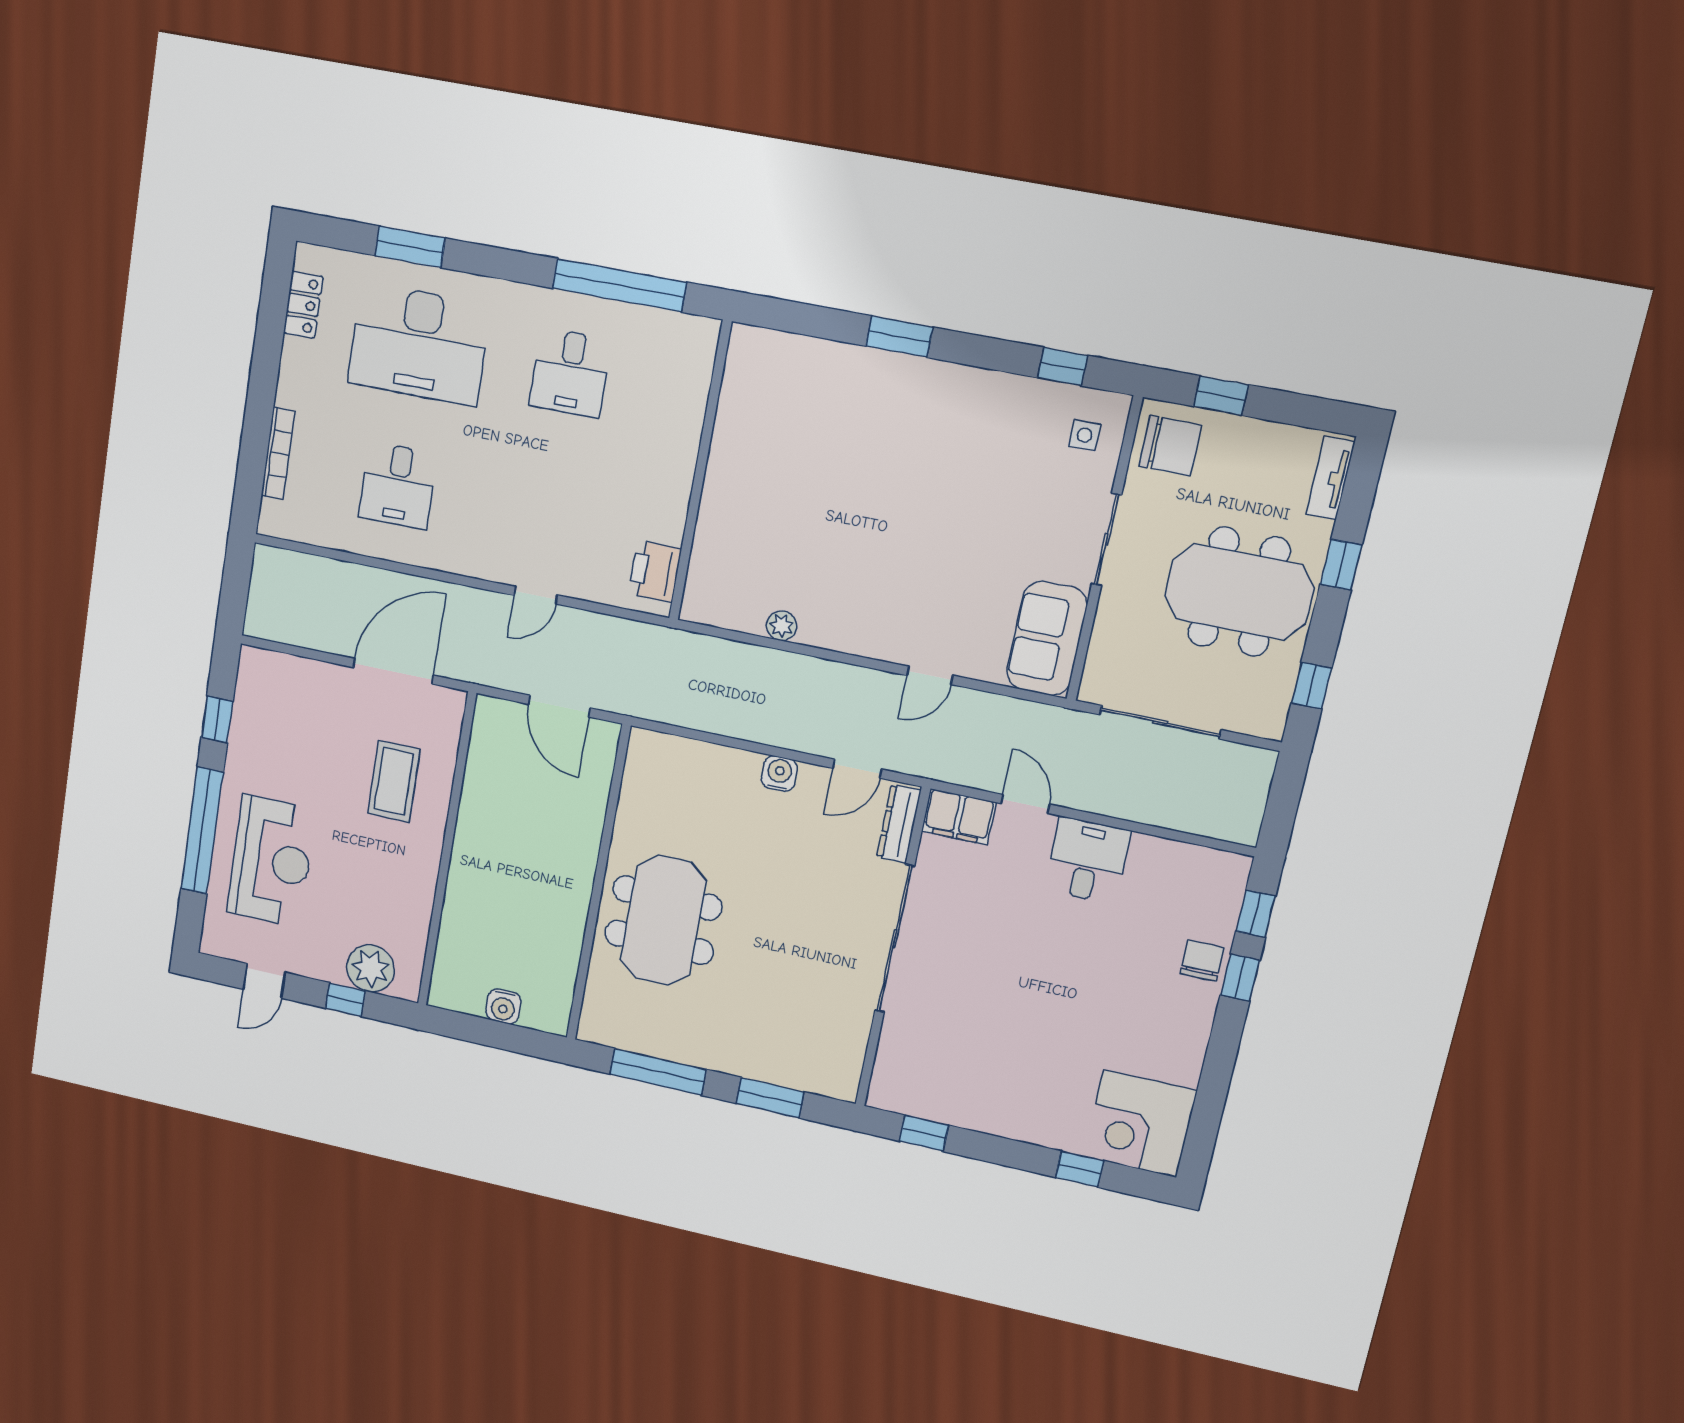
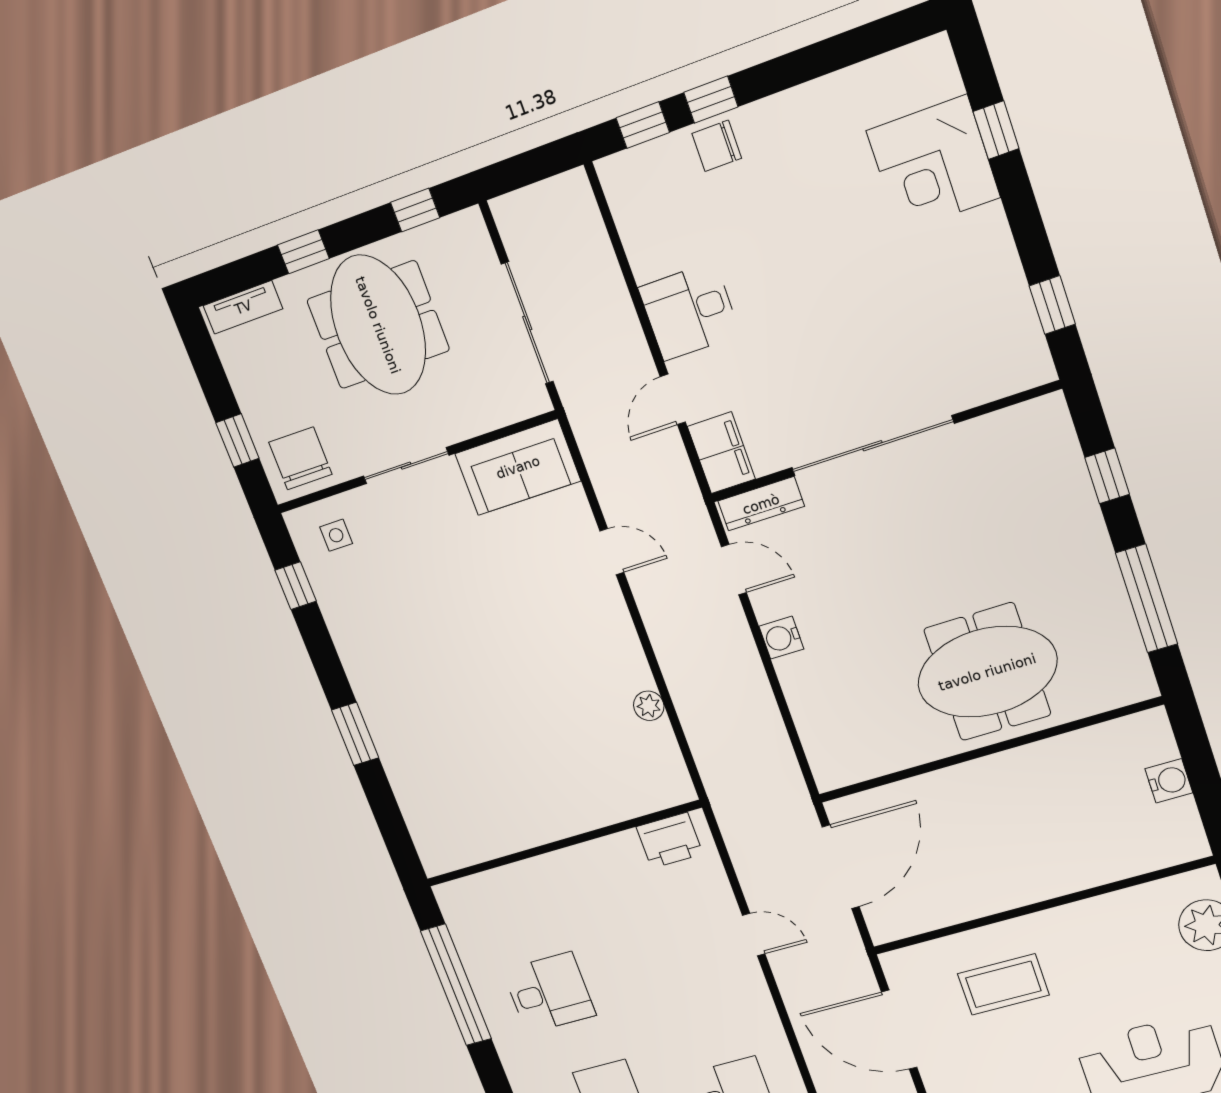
door: (559, 706) -> (841, 867), width x1.36
window: (770, 1098) -> (1107, 476), width x0.67
corner desk: (1140, 1124) -> (933, 164), moved, turned 90

